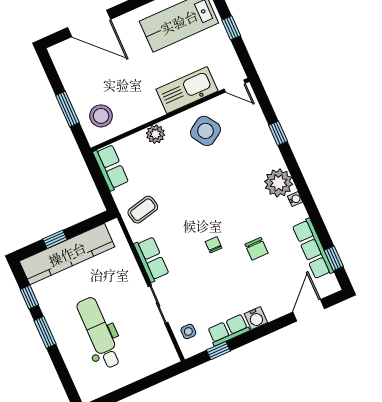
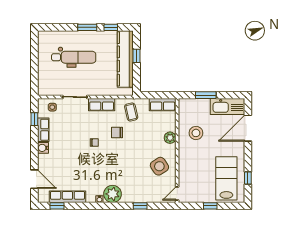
kitchen sink: (187, 90) -> (228, 107), moved, turned 90
stool: (101, 116) -> (196, 133), moved
chair: (256, 249) -> (117, 132), moved

